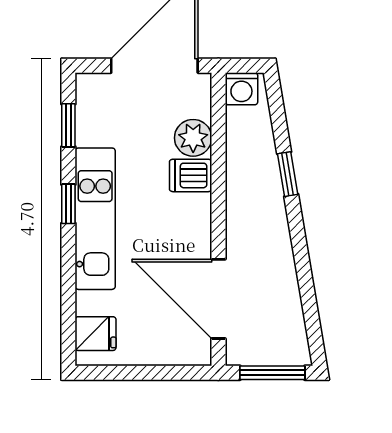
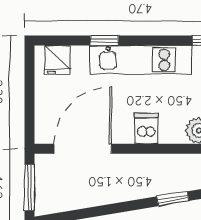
dishwasher: (191, 175) -> (146, 129), moved
window: (68, 204) -> (104, 40), moved

